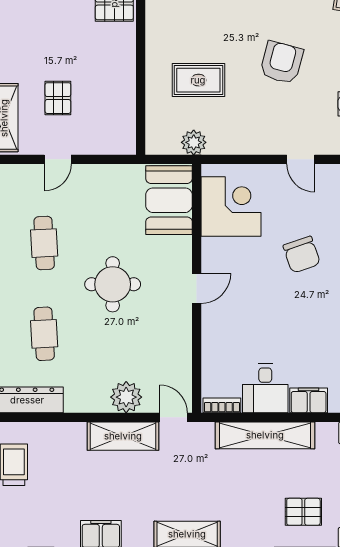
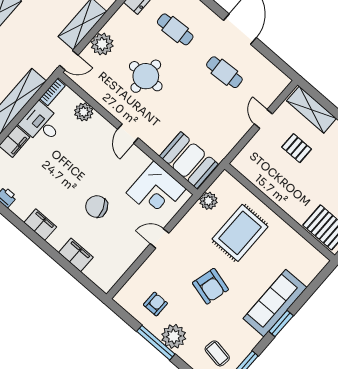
rug: (198, 80) -> (240, 233), width x1.36, depth x1.43
door: (301, 159) -> (160, 238), moved
round table: (113, 284) -> (146, 76), moved
plant: (214, 355) -> (84, 112), added

